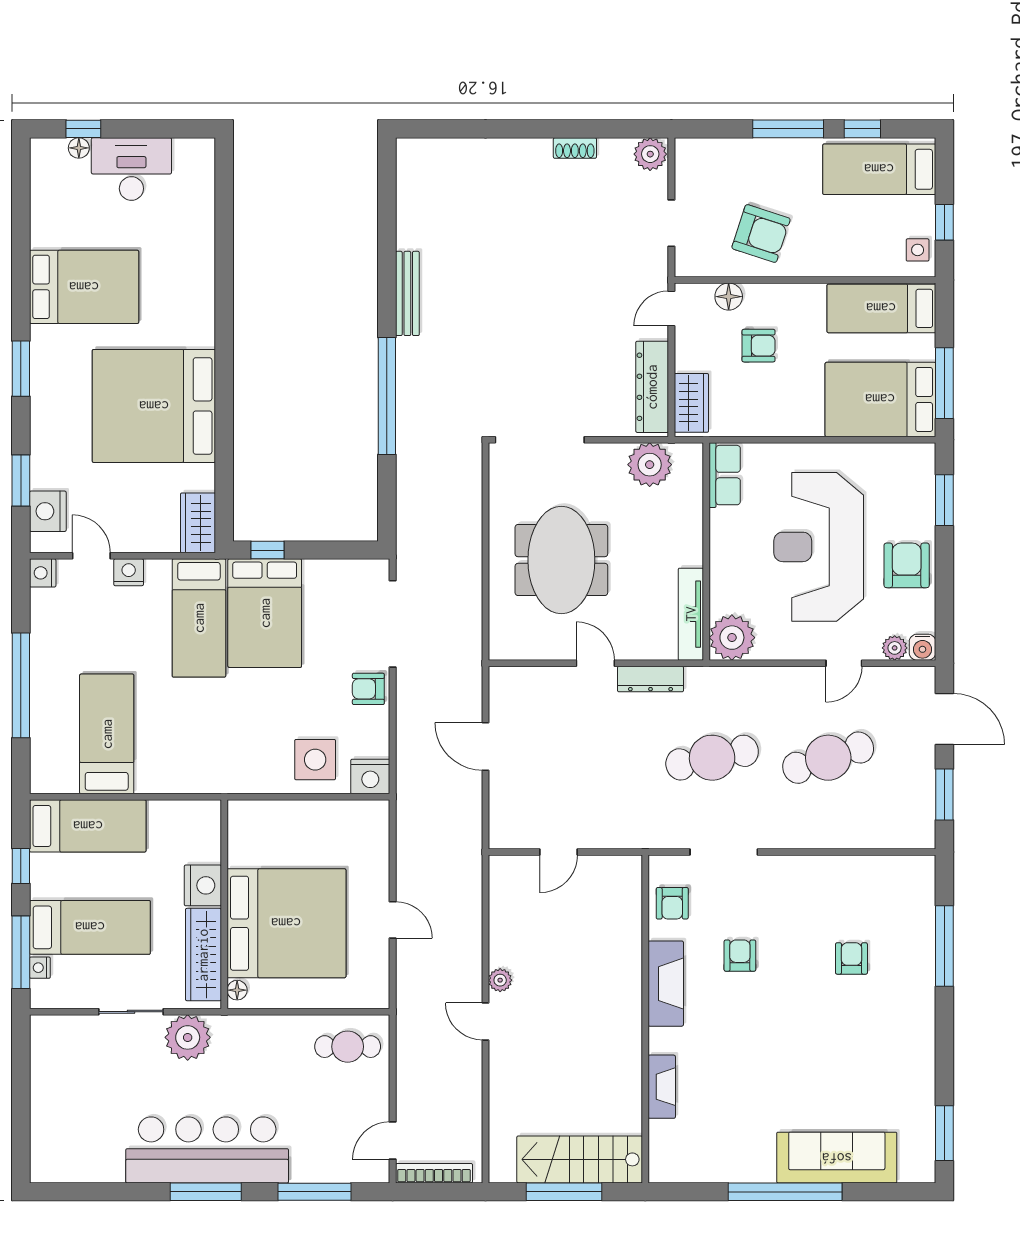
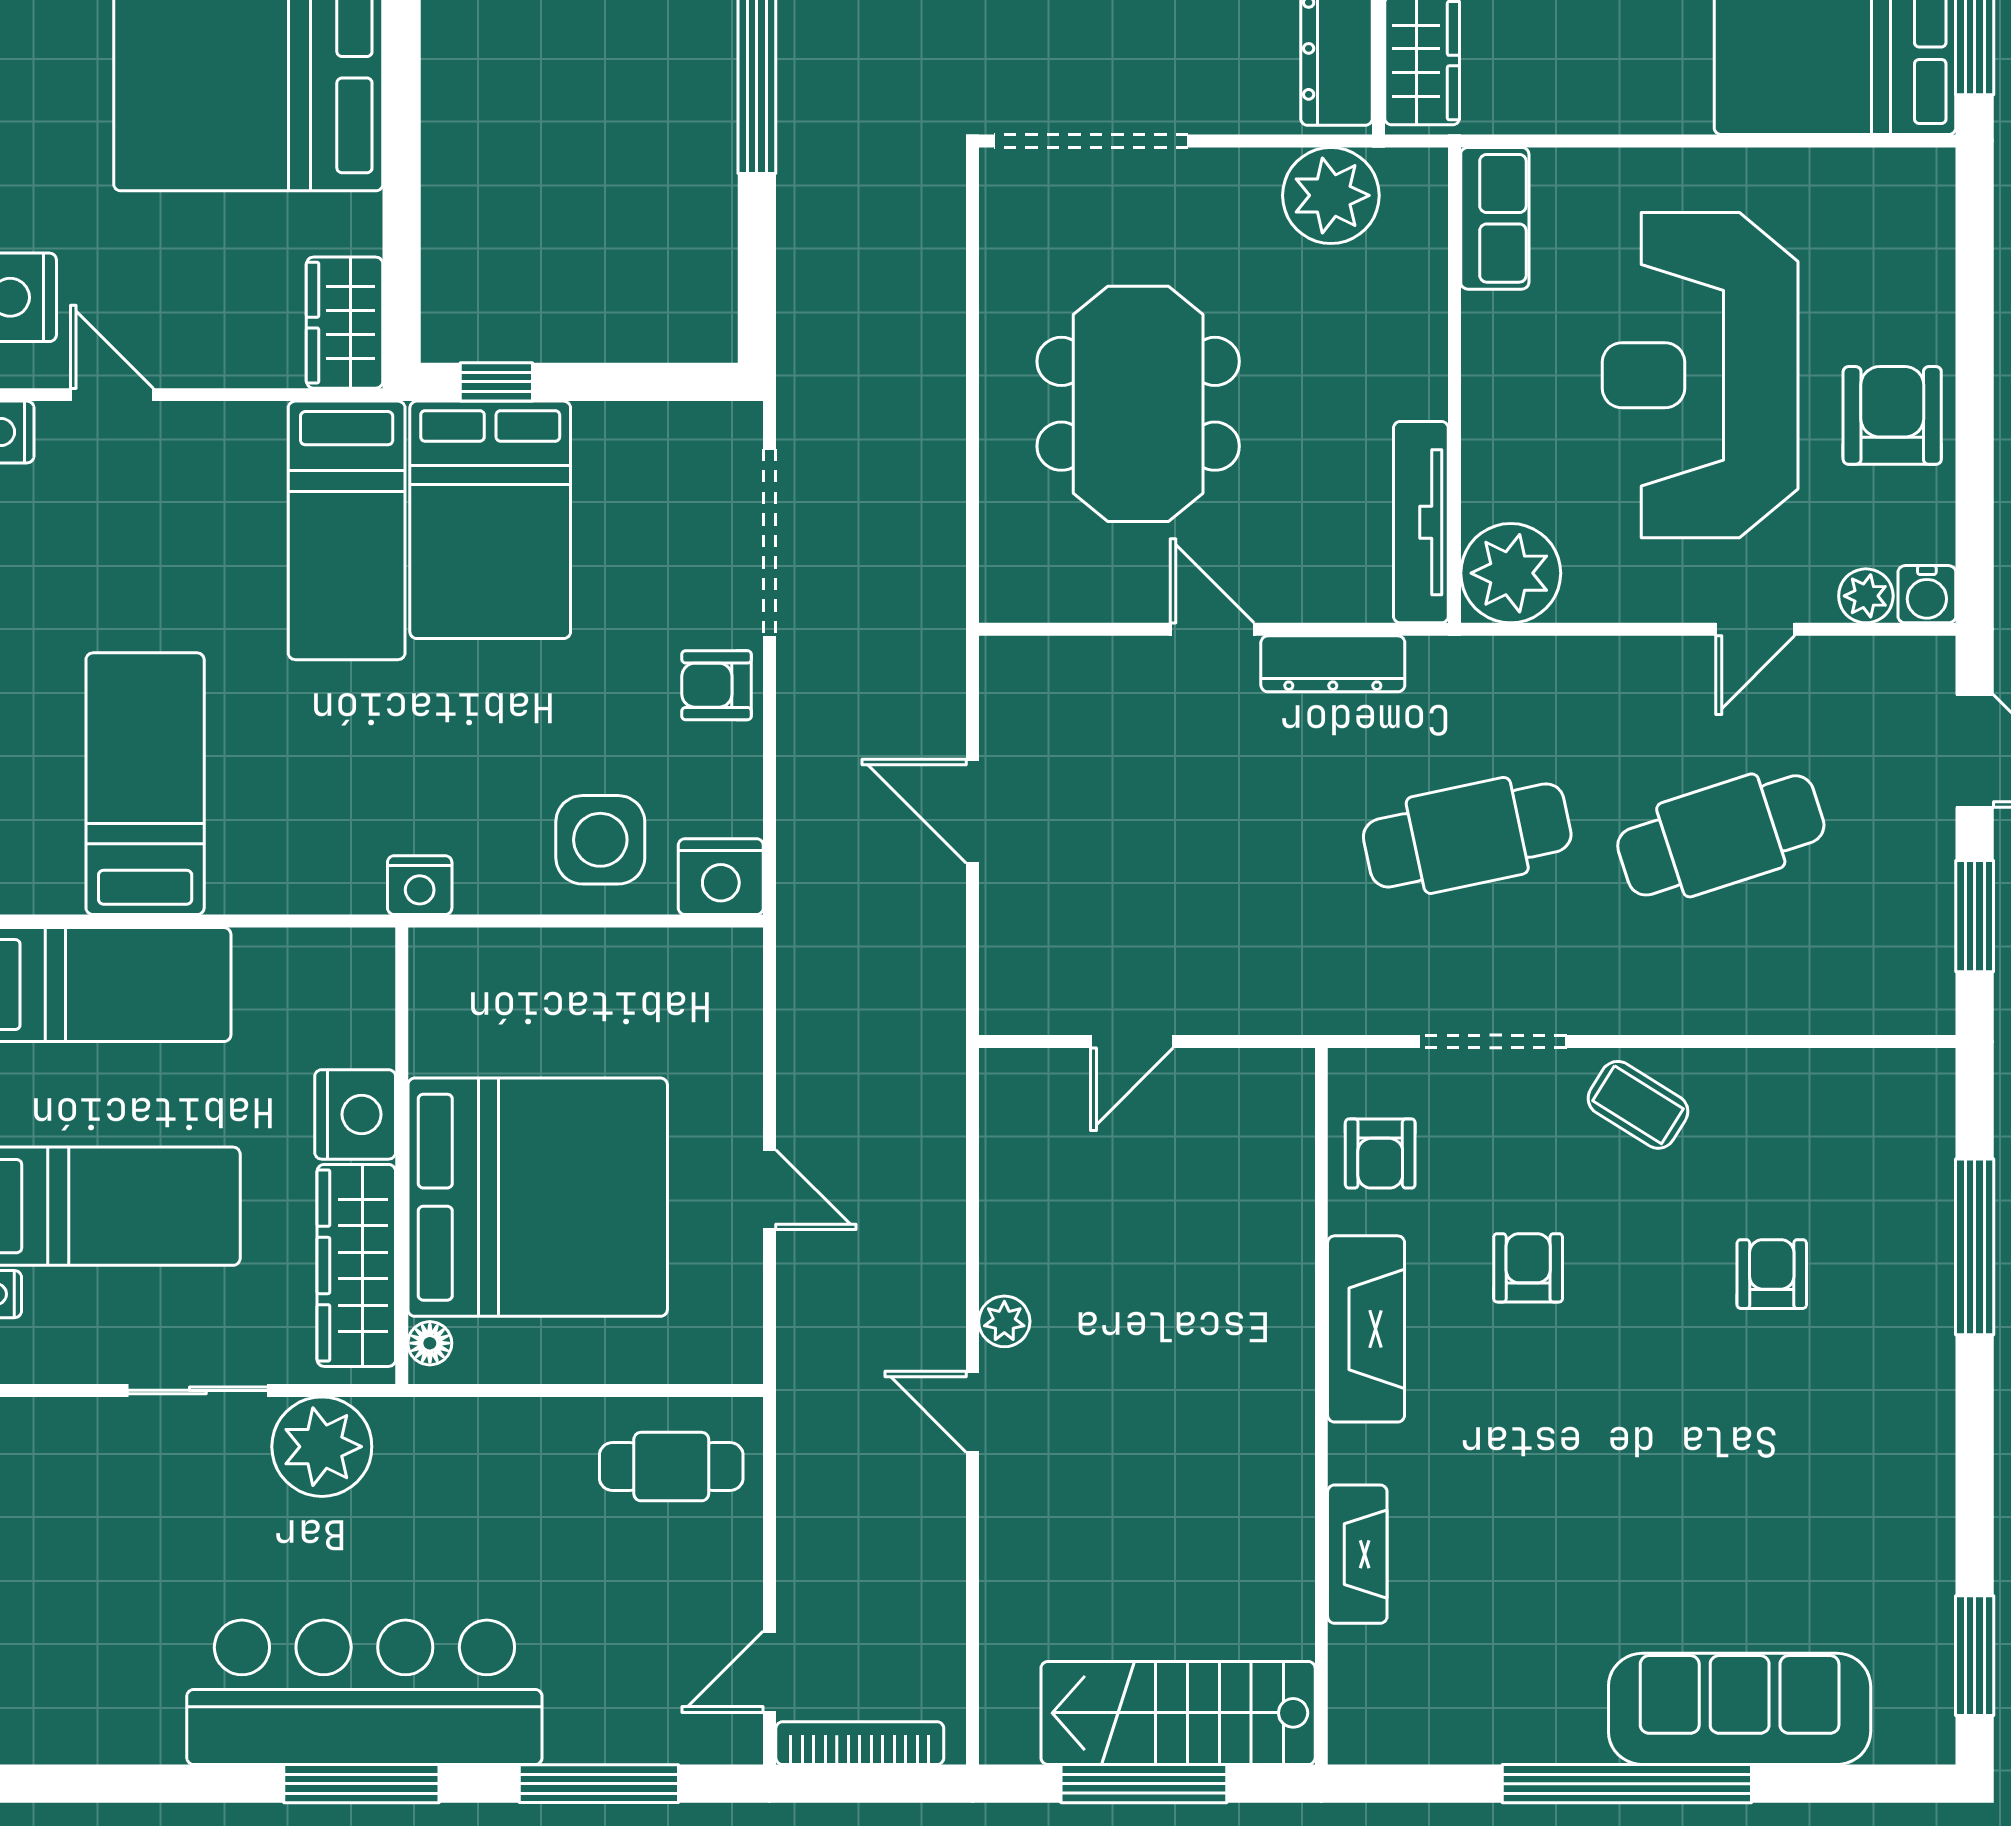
window: (944, 500) -> (1975, 273), removed
nightstand: (129, 572) -> (420, 885), moved, turned 180
coffee table: (790, 881) -> (1638, 1105), added

